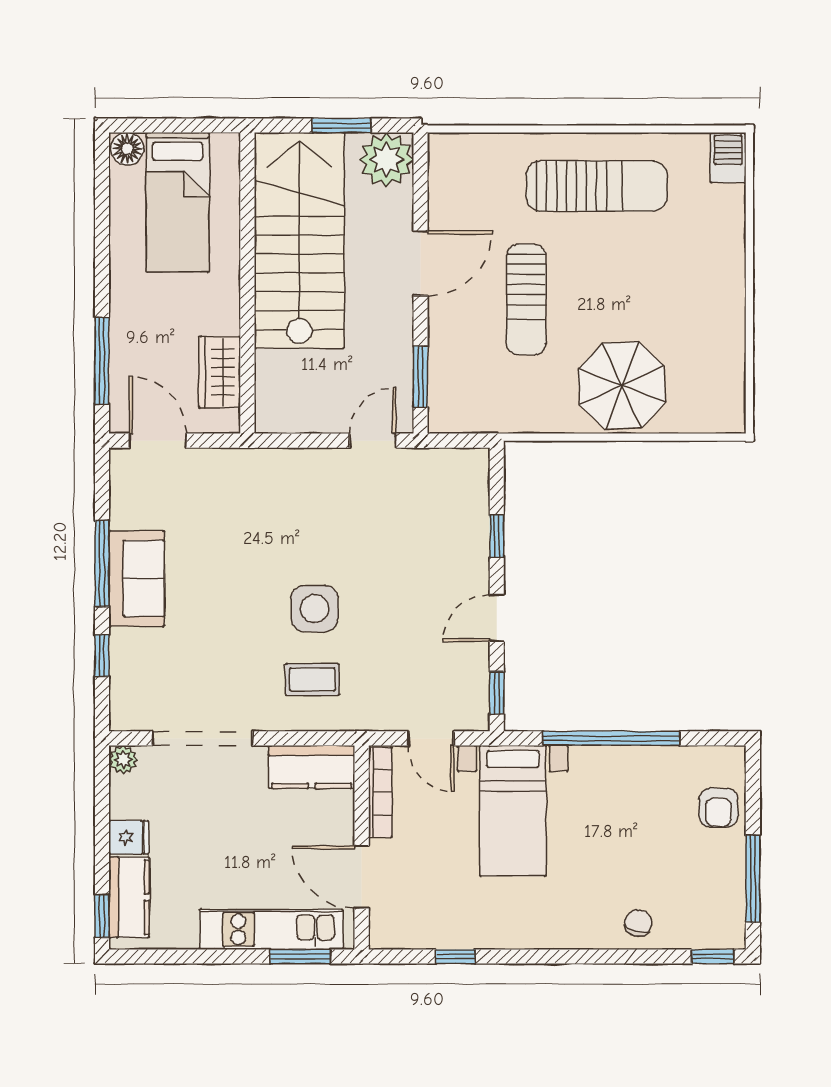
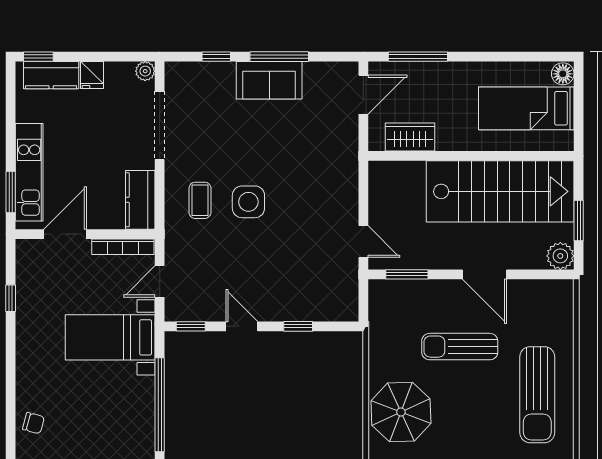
plant: (386, 160) -> (560, 256), width x0.73, depth x0.73

